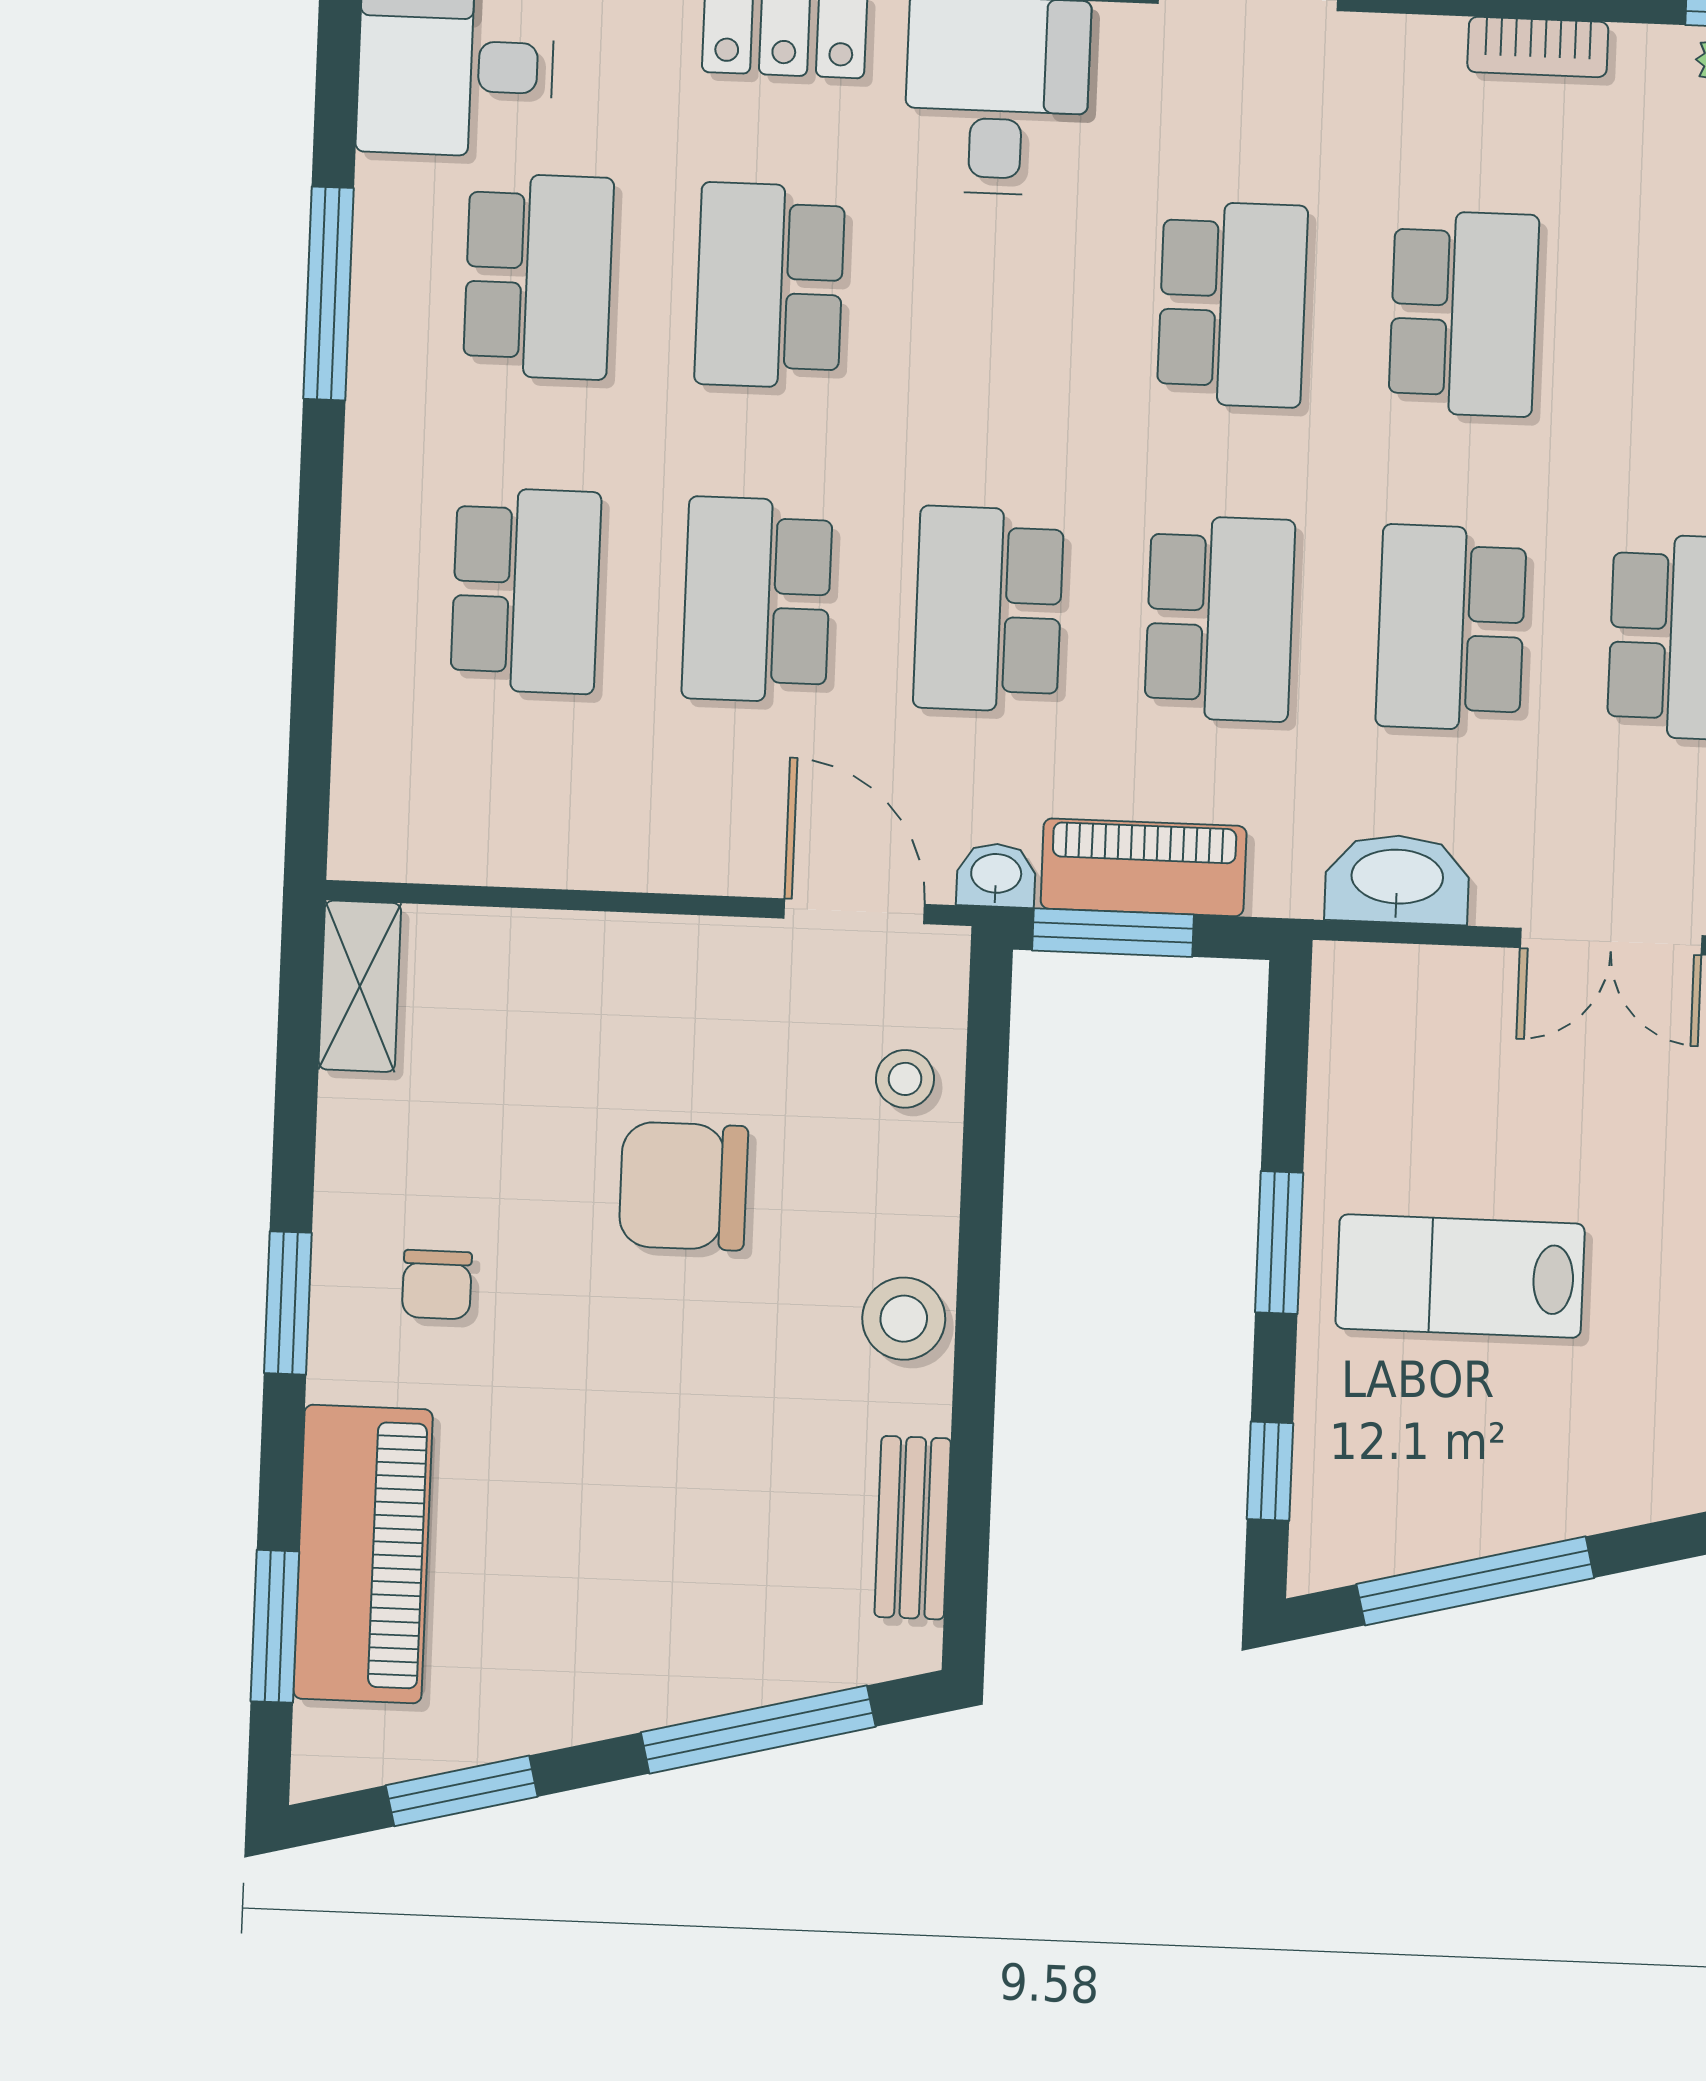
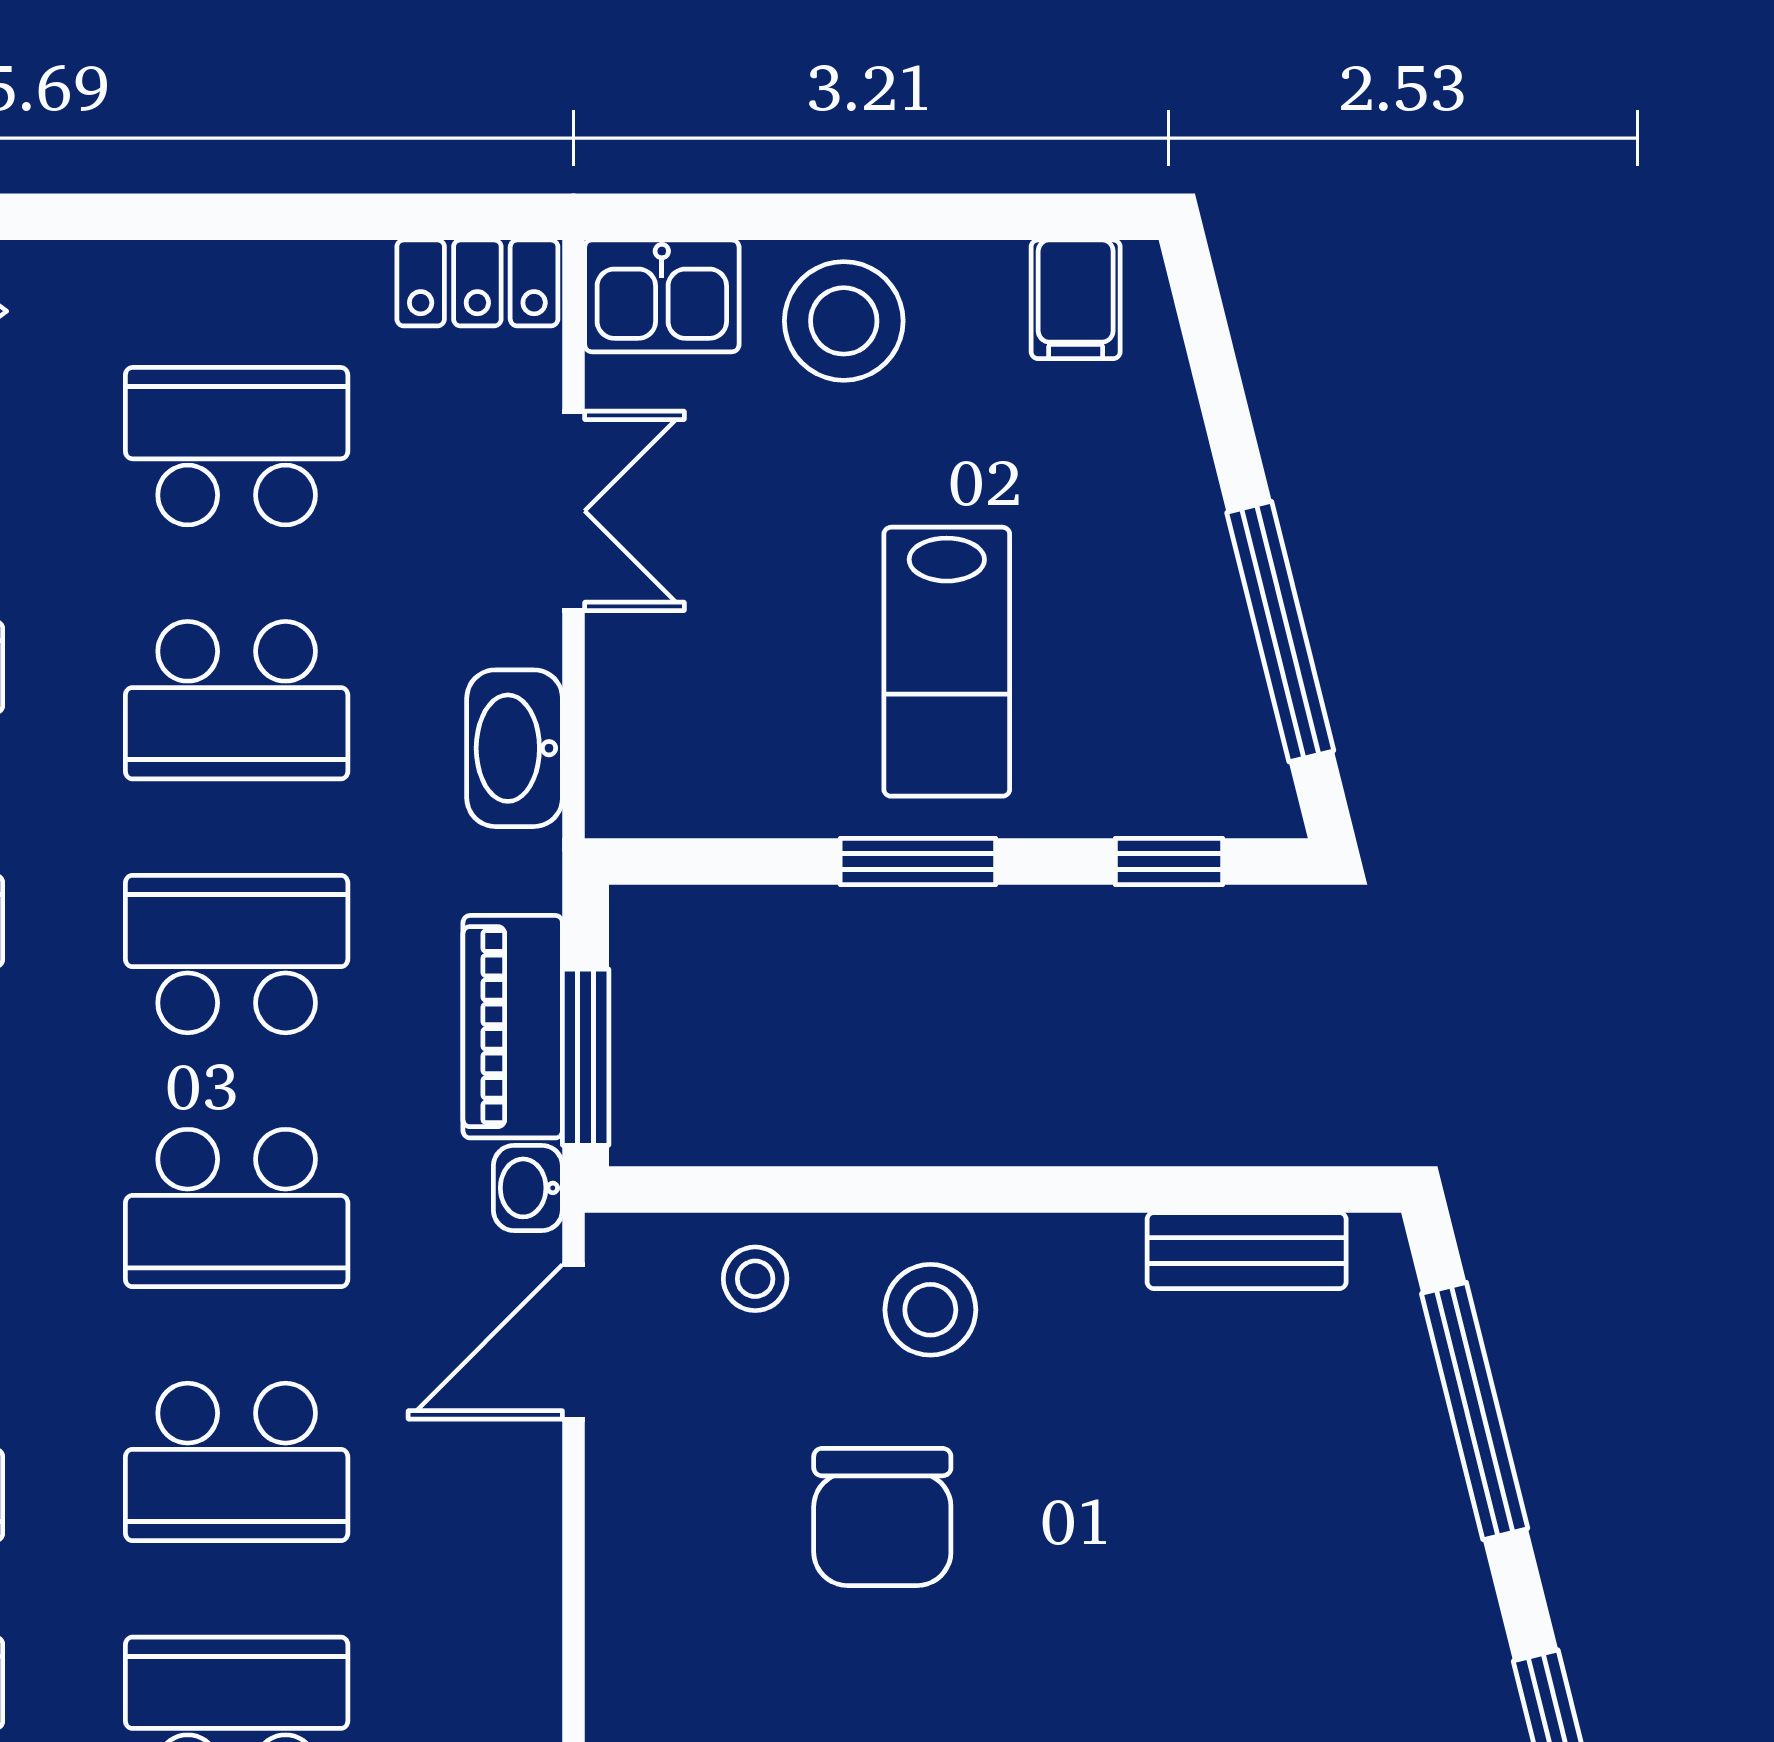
stool: (904, 1319) -> (930, 1310), moved

